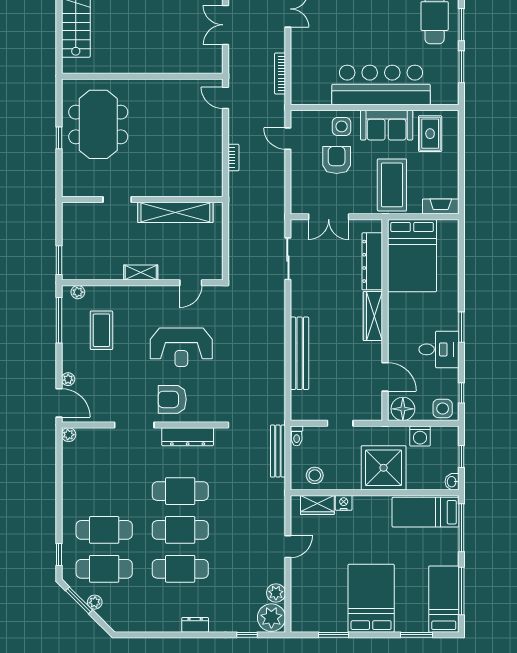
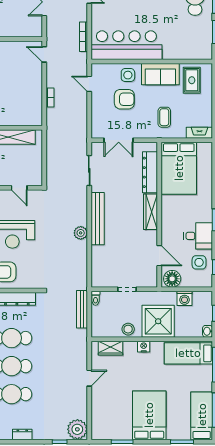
bar counter: (381, 85) -> (126, 45), moved
armchair: (337, 160) -> (124, 99), turned 90
coffee table: (392, 185) -> (164, 117), width x0.54, depth x0.58
door: (191, 283) -> (19, 188), hinge flipped
bench: (300, 353) -> (98, 219), moved
side table: (443, 409) -> (199, 262), moved
stool: (315, 475) -> (128, 329), moved
nightstand: (344, 503) -> (144, 347), moved
plant: (276, 593) -> (81, 233), moved

